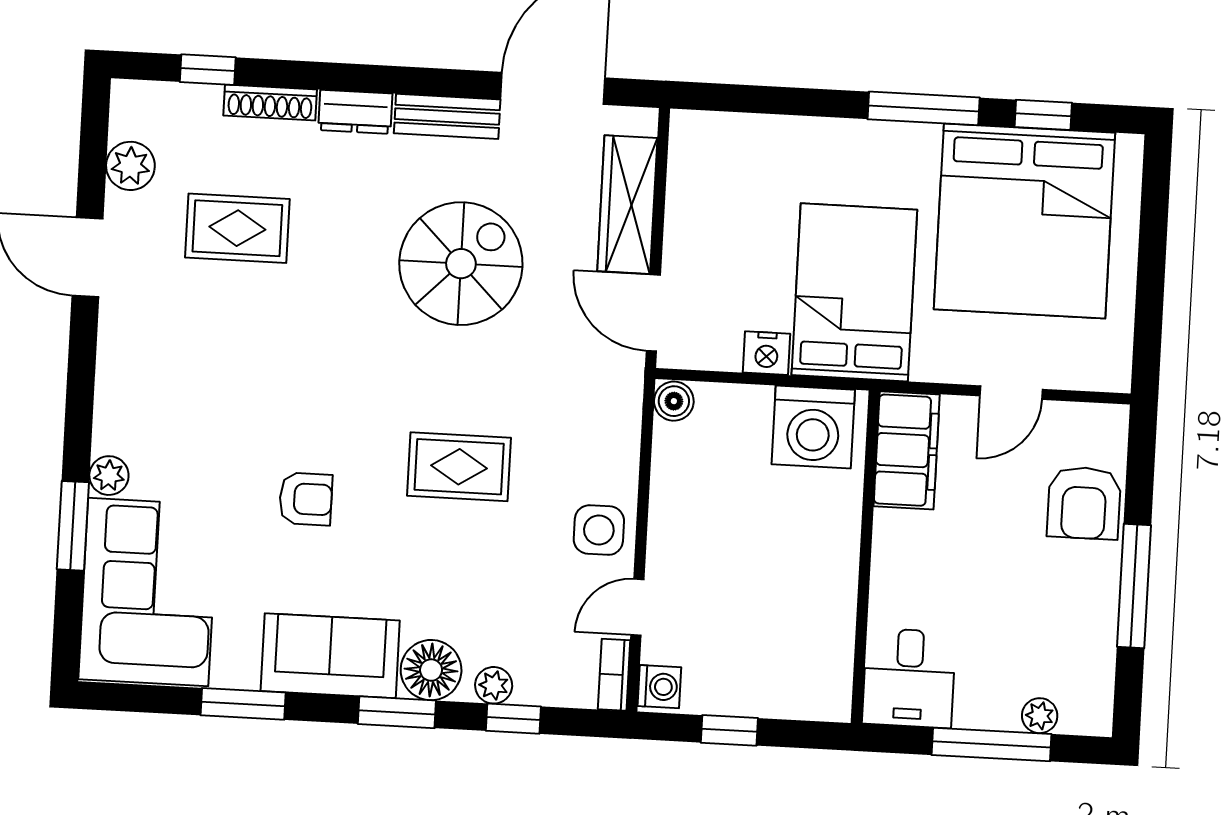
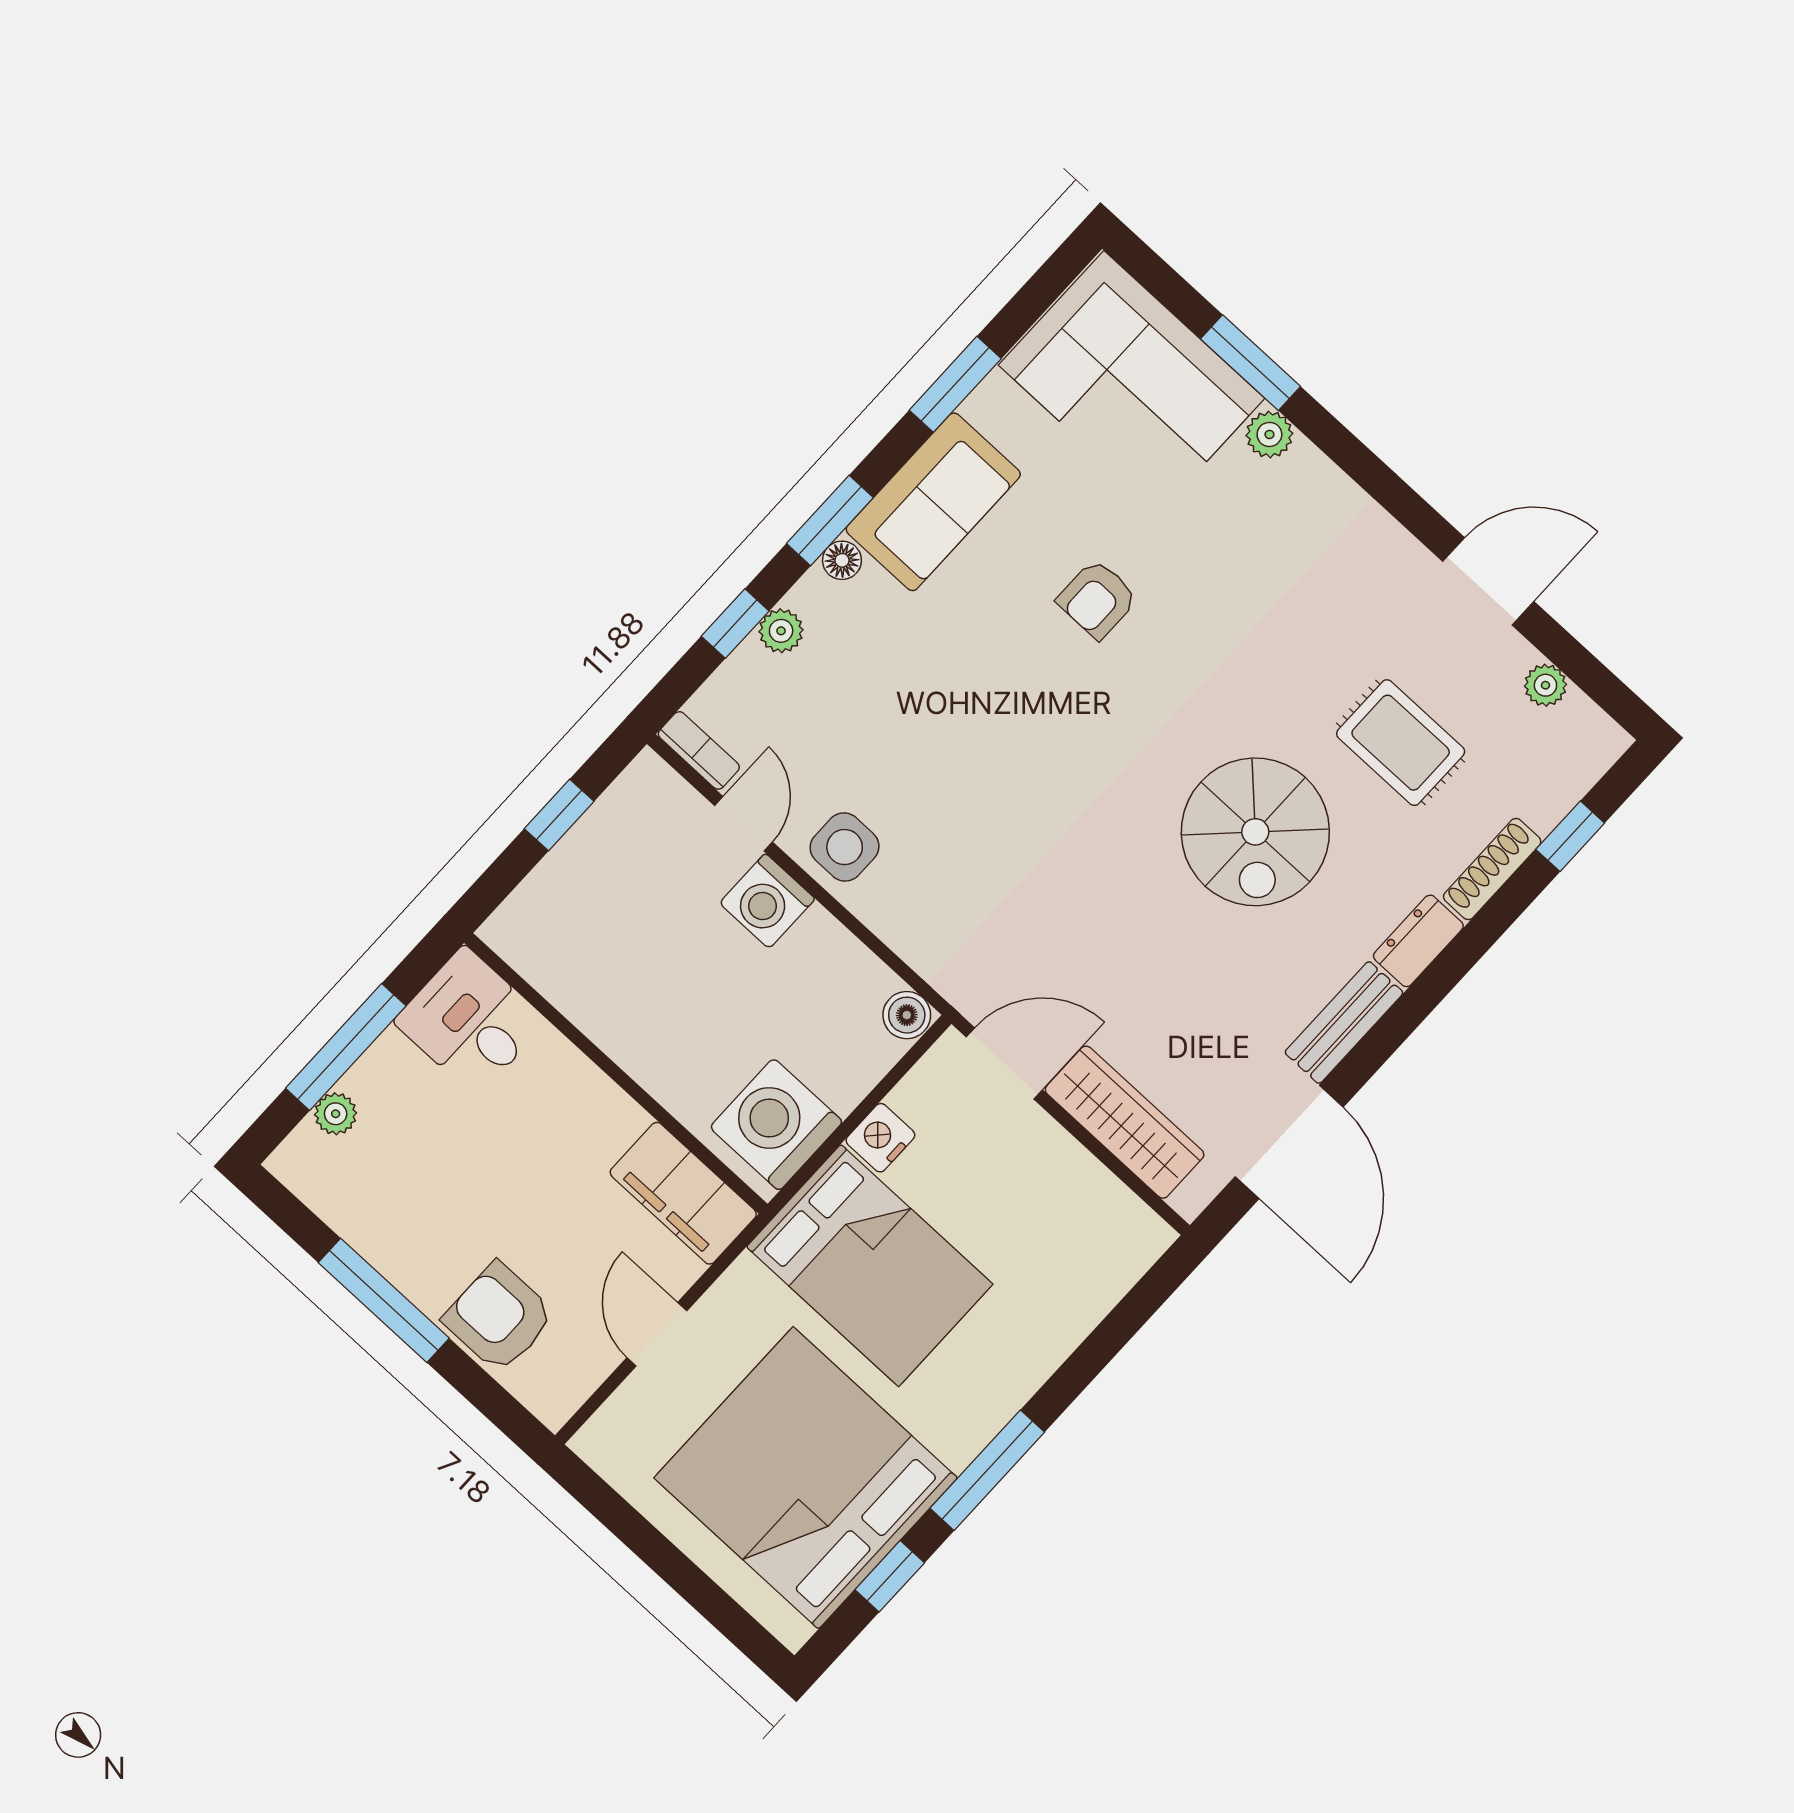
plant: (130, 166) -> (1545, 685), width x0.73, depth x0.73
rug: (237, 228) -> (1401, 743), turned 90
spiral stairs: (461, 264) -> (1255, 832), moved
rug: (459, 467) -> (1010, 766), removed
floor lamp: (431, 670) -> (842, 560), width x0.53, depth x0.53
washing machine: (659, 687) -> (767, 901), moved, width x1.38, depth x1.38

